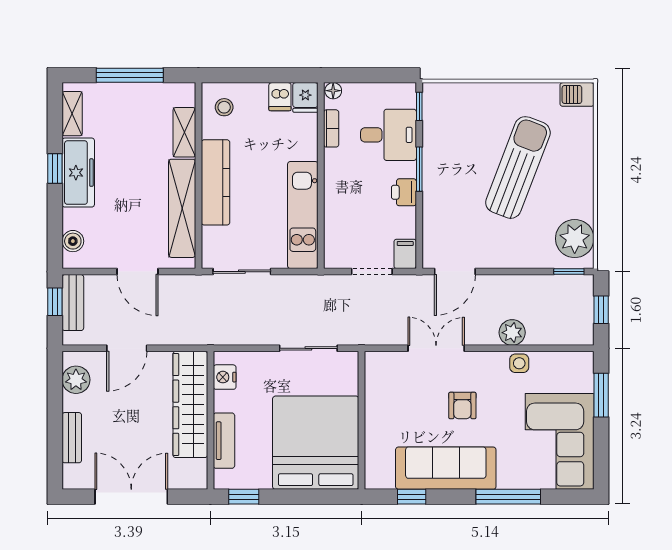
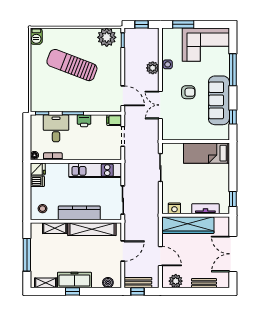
bed: (316, 443) -> (206, 153), width x0.49

